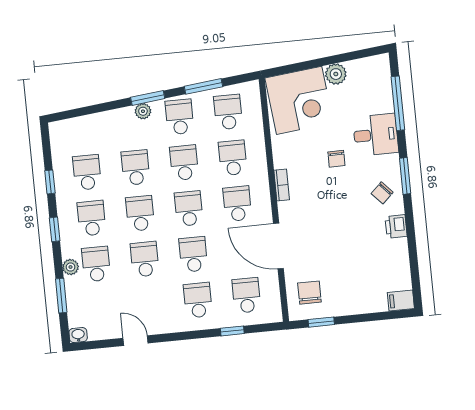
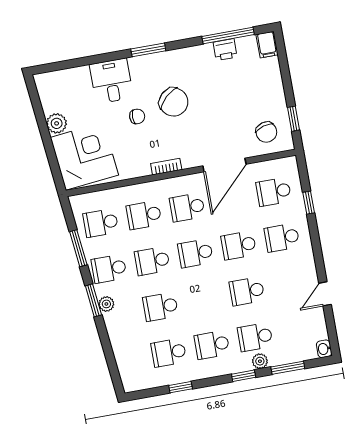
window: (398, 103) -> (228, 35), moved
chair: (382, 193) -> (174, 102), moved, width x1.87, depth x1.87
school desk: (140, 213) -> (204, 299), removed
printer: (396, 226) -> (225, 50), moved
window: (55, 229) -> (244, 376), moved
chair: (309, 293) -> (266, 132), turned -106

